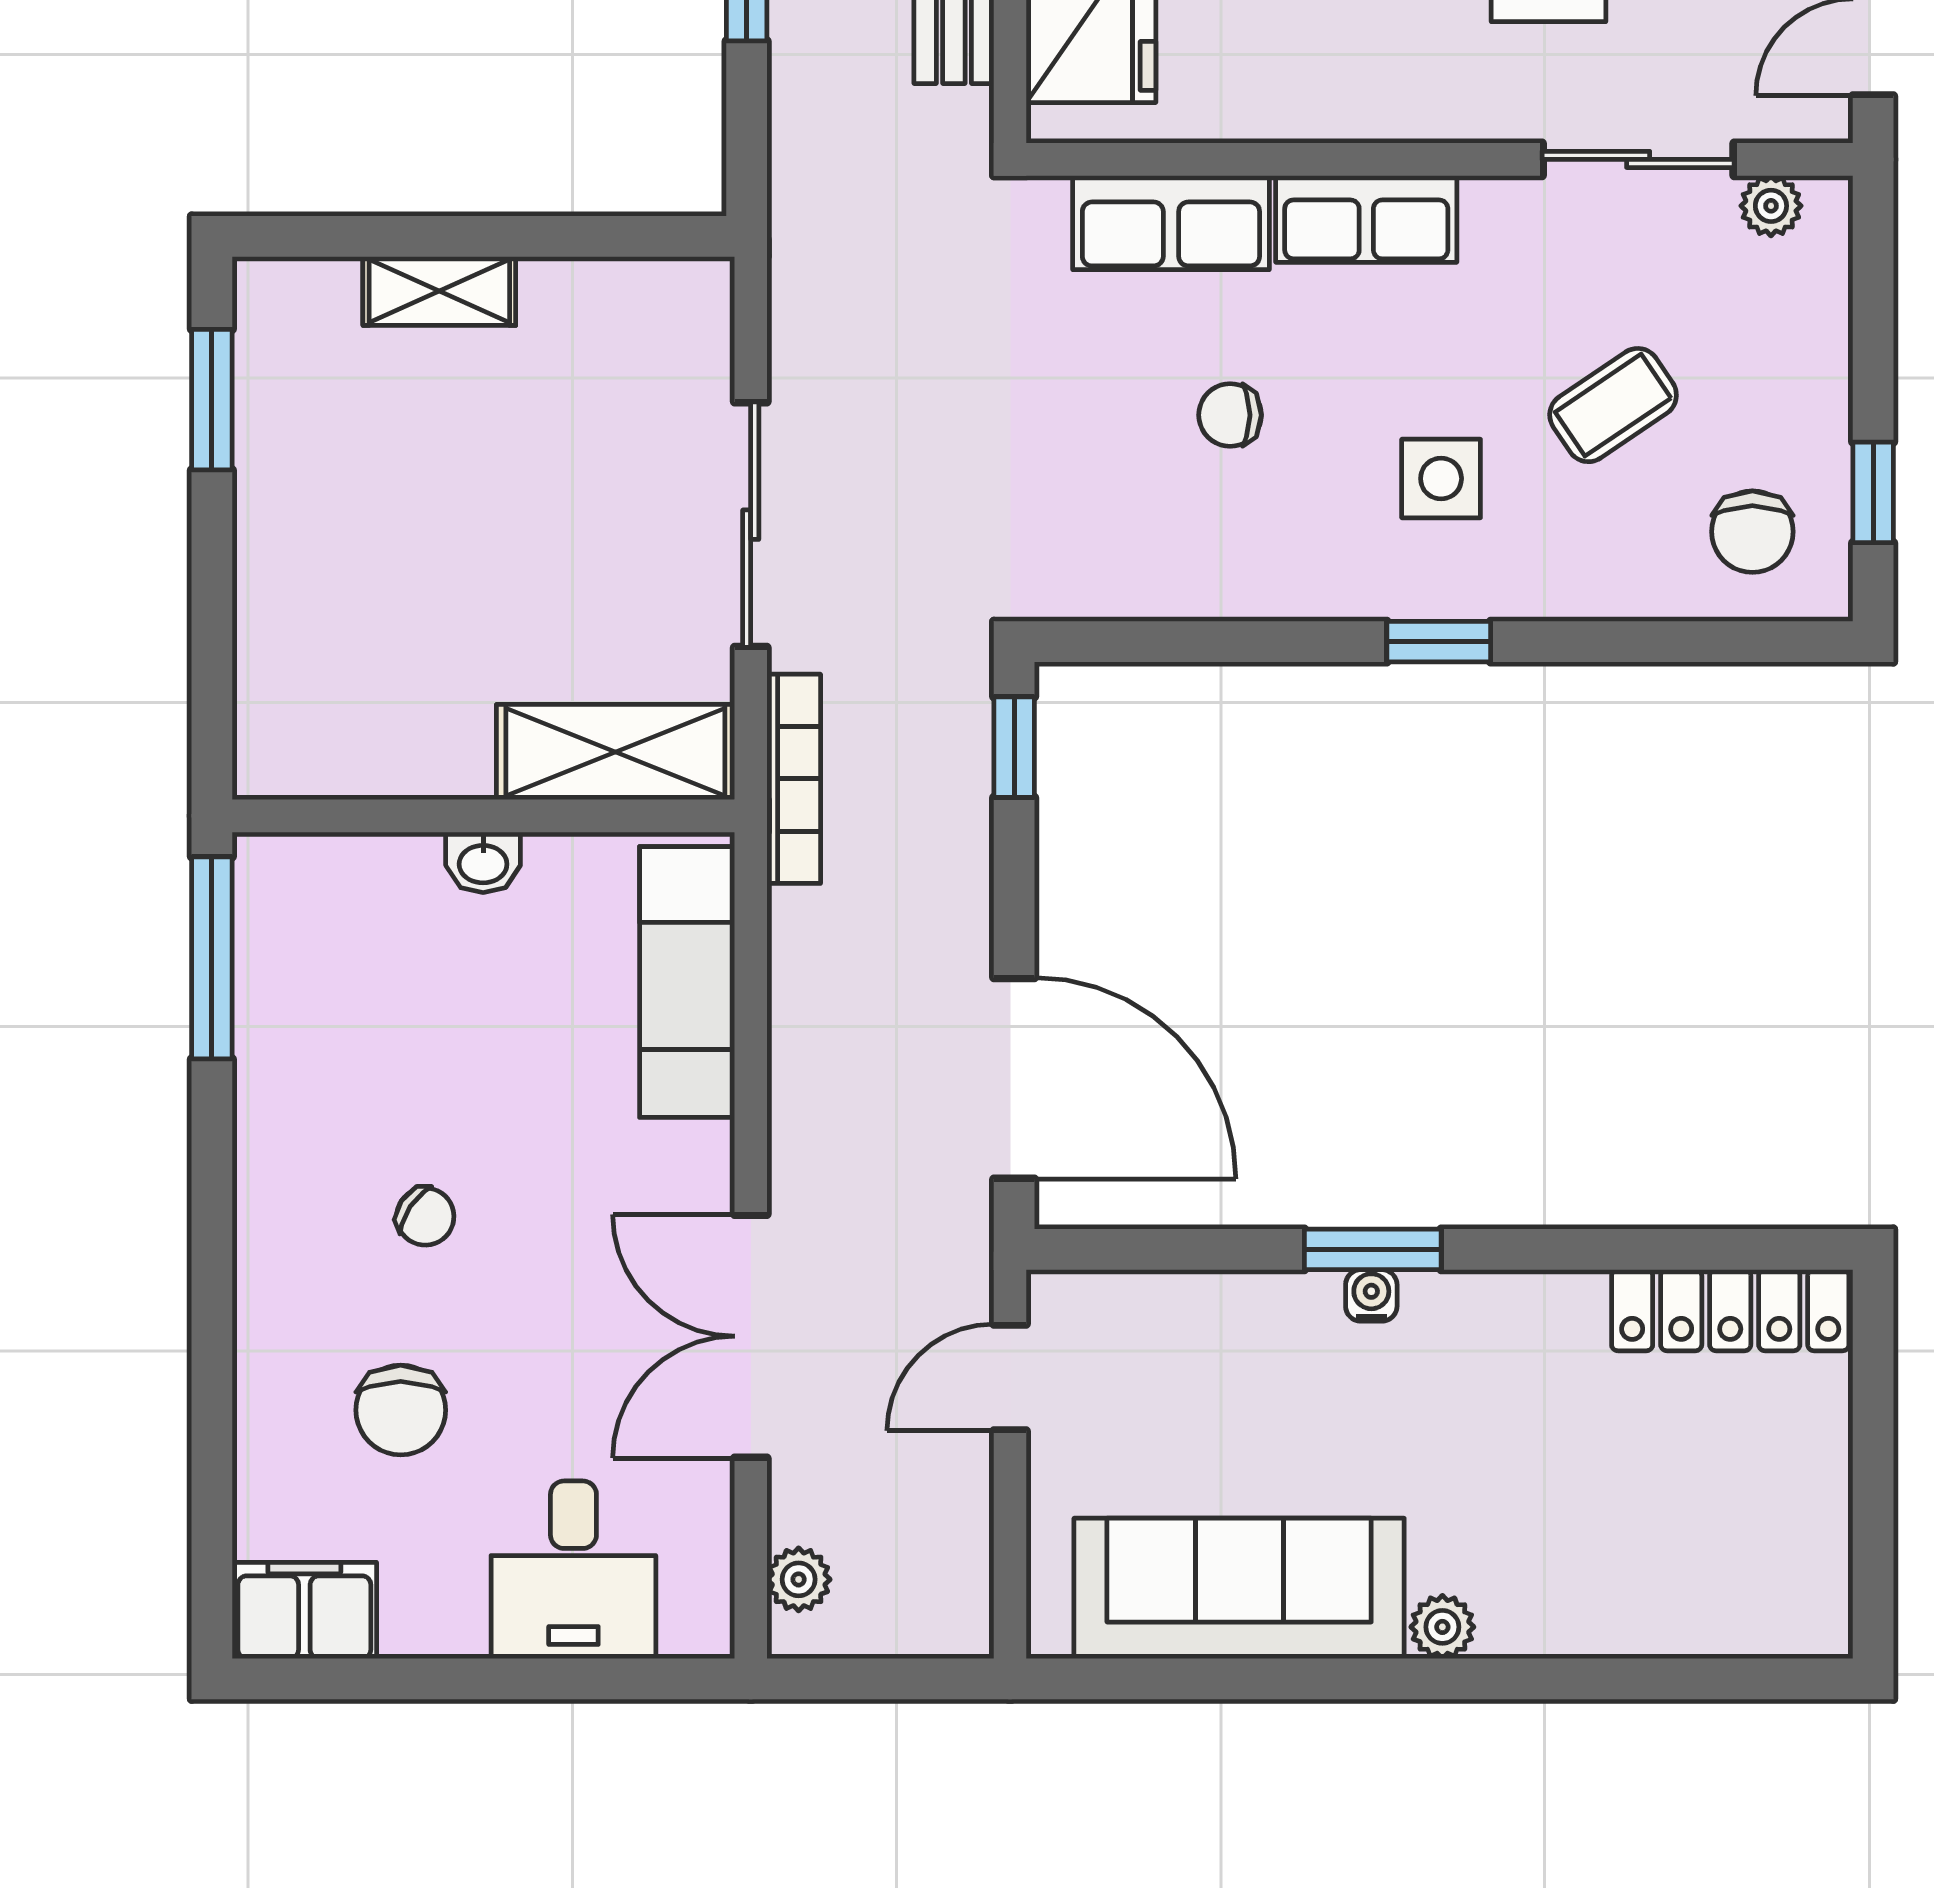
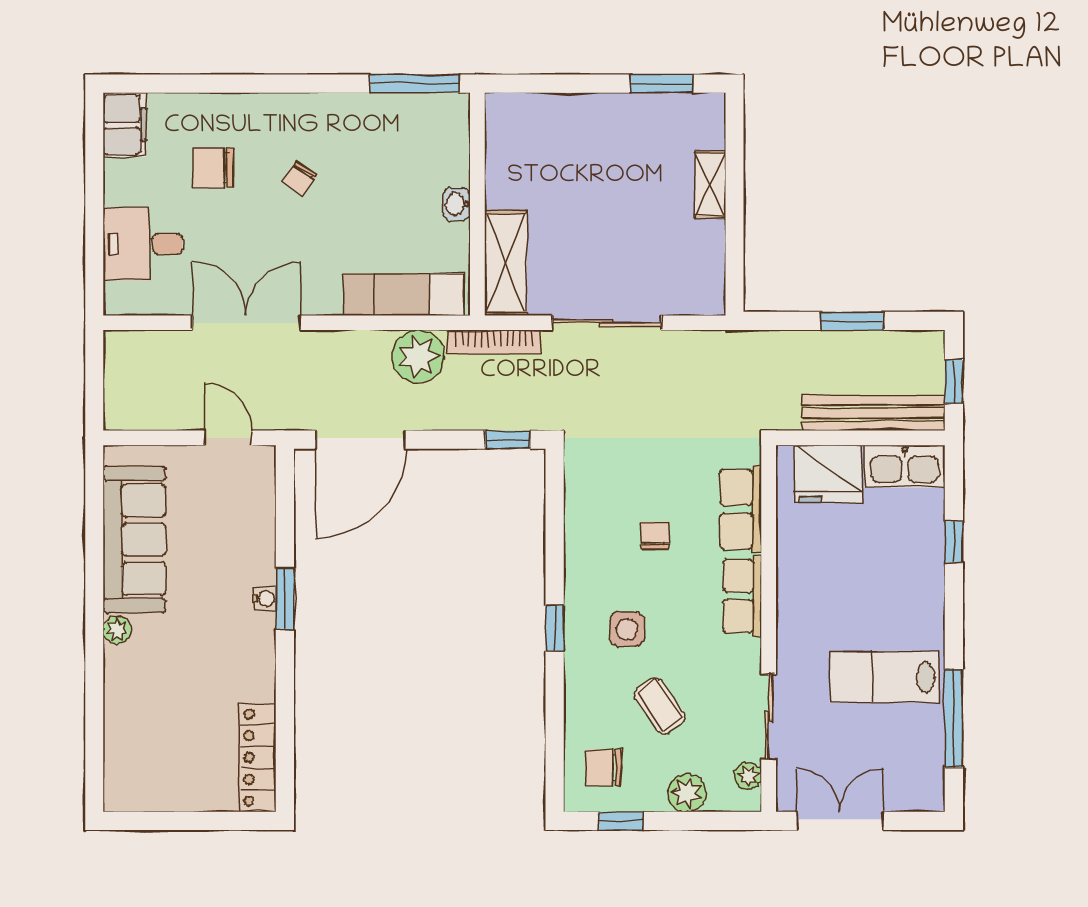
plant: (1810, 344) -> (687, 793), added
plant: (799, 1579) -> (418, 356), moved, width x1.87, depth x1.87

